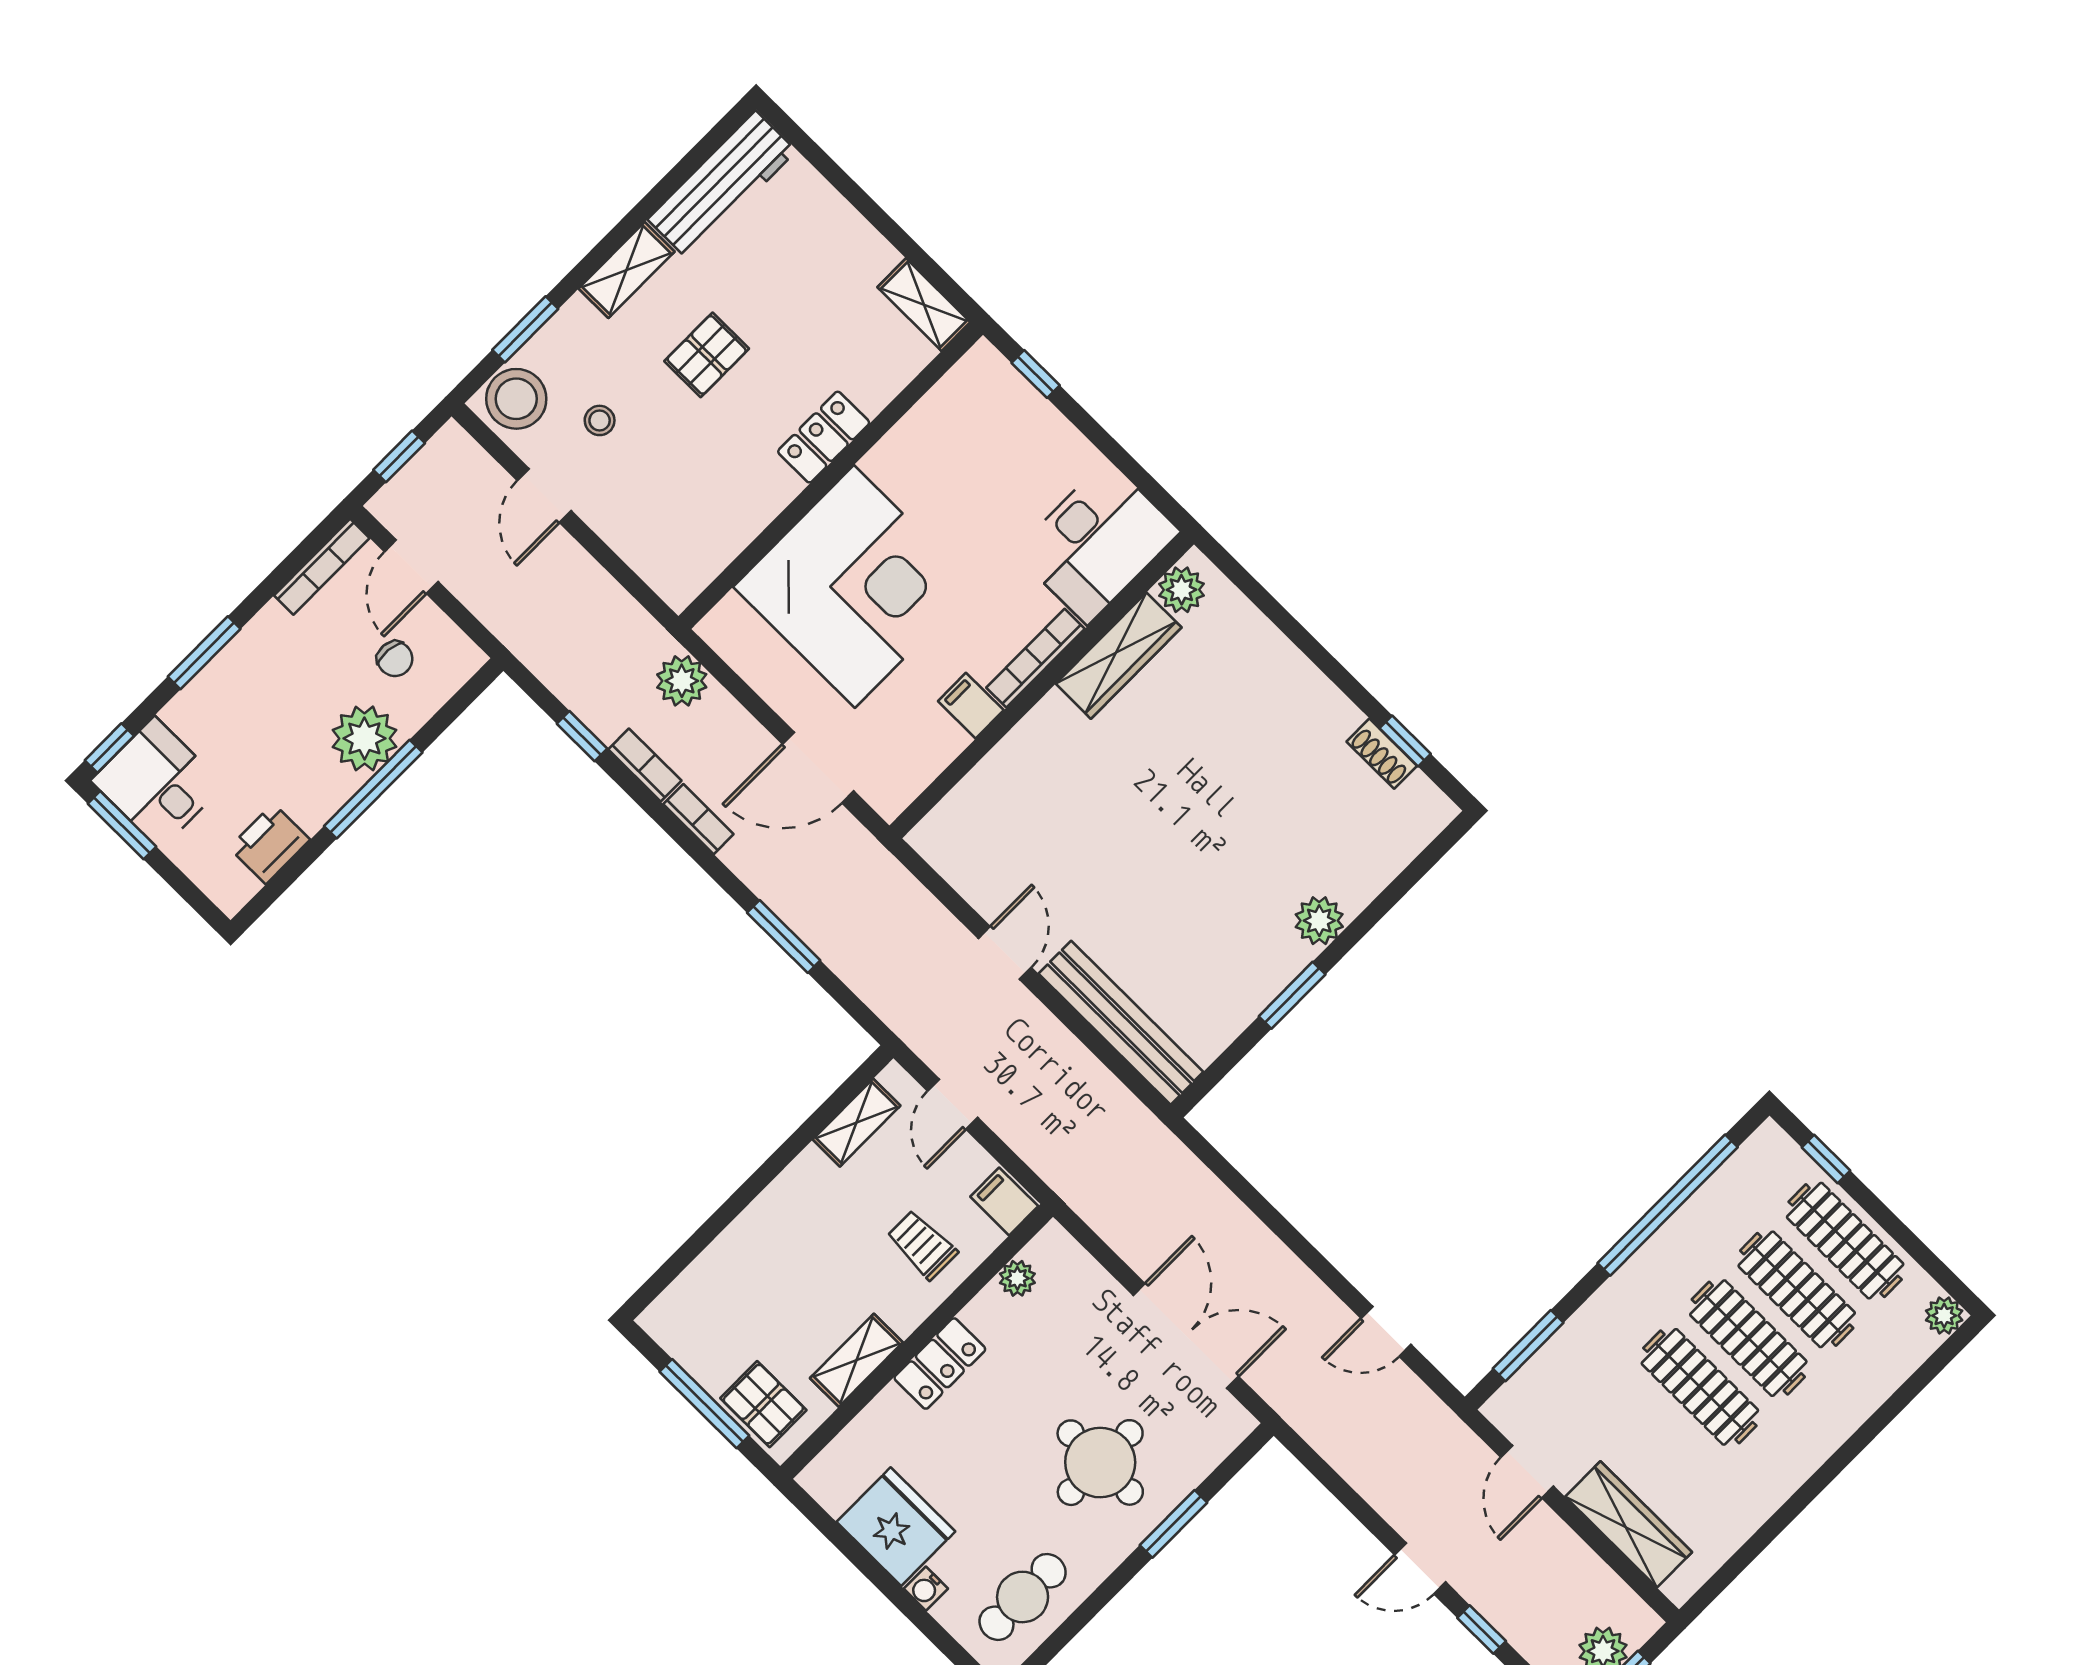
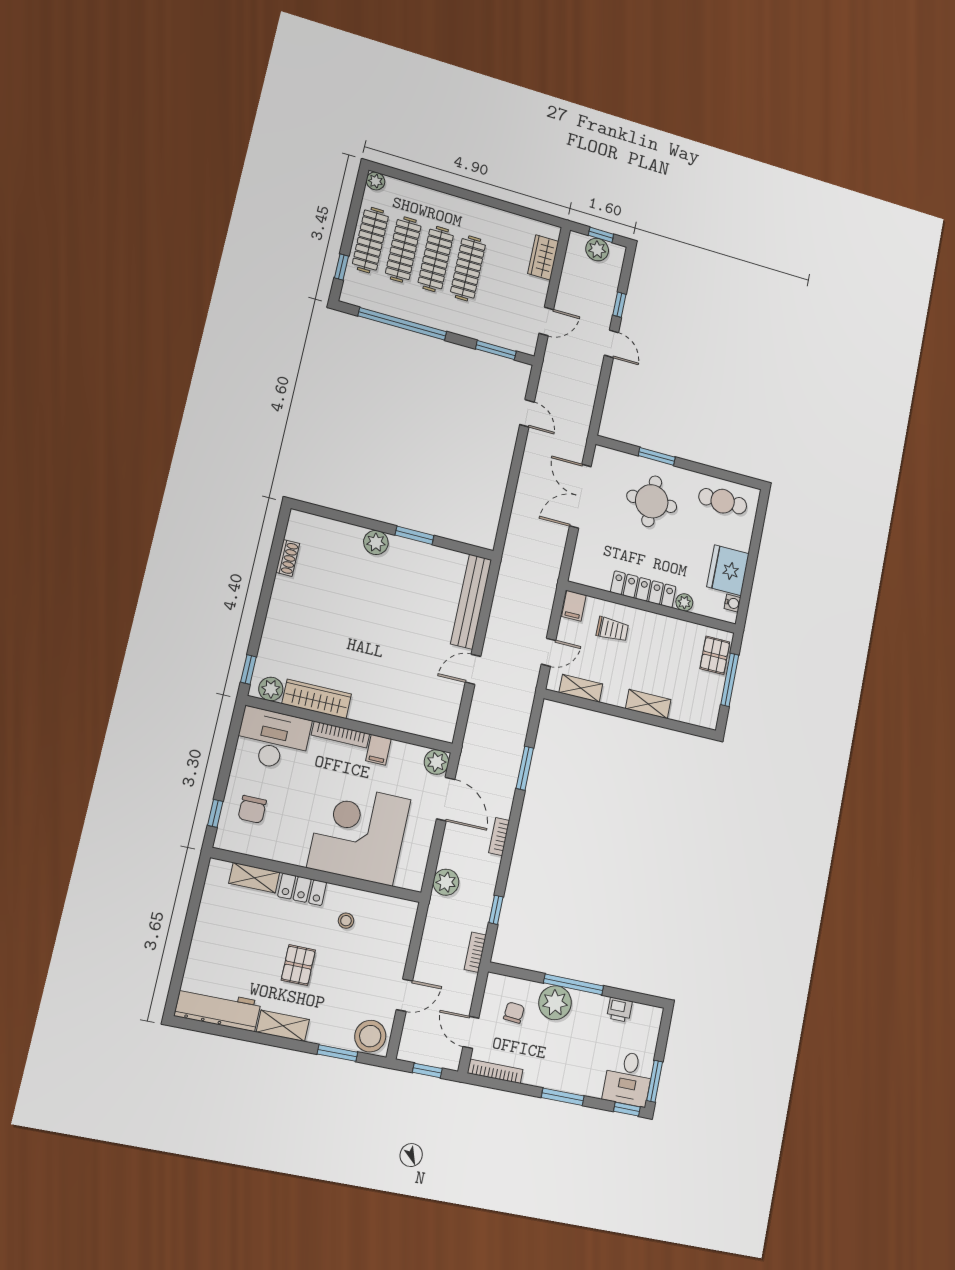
shelving: (924, 305) -> (254, 878), moved, turned 90
pallet: (707, 355) -> (298, 965), turned 90
stool: (600, 420) -> (346, 921), moved
chair: (1004, 437) -> (252, 809), added
door: (411, 567) -> (471, 1032), swing flipped
window: (1405, 741) -> (248, 670), moved
bookcase: (645, 765) -> (475, 952), moved
plant: (889, 791) -> (436, 762), added
printer: (270, 844) -> (620, 1010), width x0.73, depth x0.81
trolley: (922, 1245) -> (612, 629), turned -90
plant: (1017, 1278) -> (684, 602), moved
shelving: (856, 1360) -> (648, 704), moved
locker: (940, 1364) -> (643, 589), width x1.53
wardrobe: (1629, 1524) -> (543, 257), width x0.67
water cooler: (926, 1589) -> (732, 603), moved

